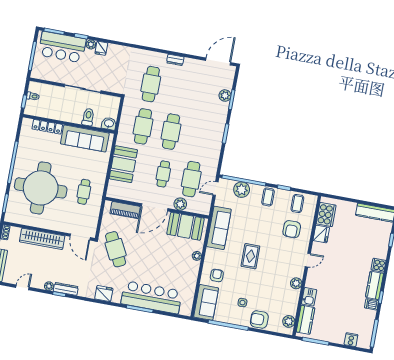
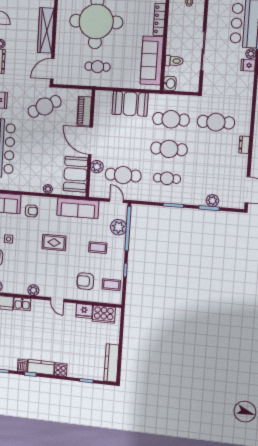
cafe table: (163, 174) -> (167, 178), moved
coffee table: (268, 197) -> (98, 248), moved

